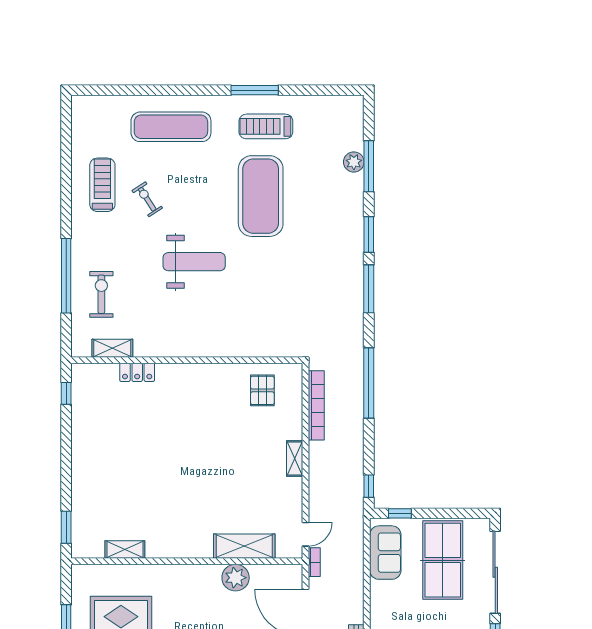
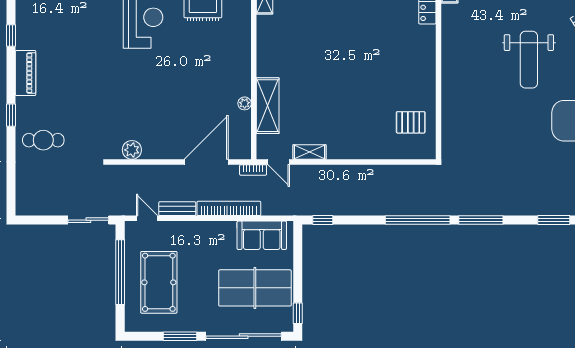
window: (369, 289) -> (481, 220), moved
bookcase: (316, 405) -> (229, 208), moved, turned 180
shelving: (295, 458) -> (309, 152), moved
window: (400, 513) -> (298, 313), moved
plant: (236, 578) -> (245, 103), width x0.53, depth x0.53

